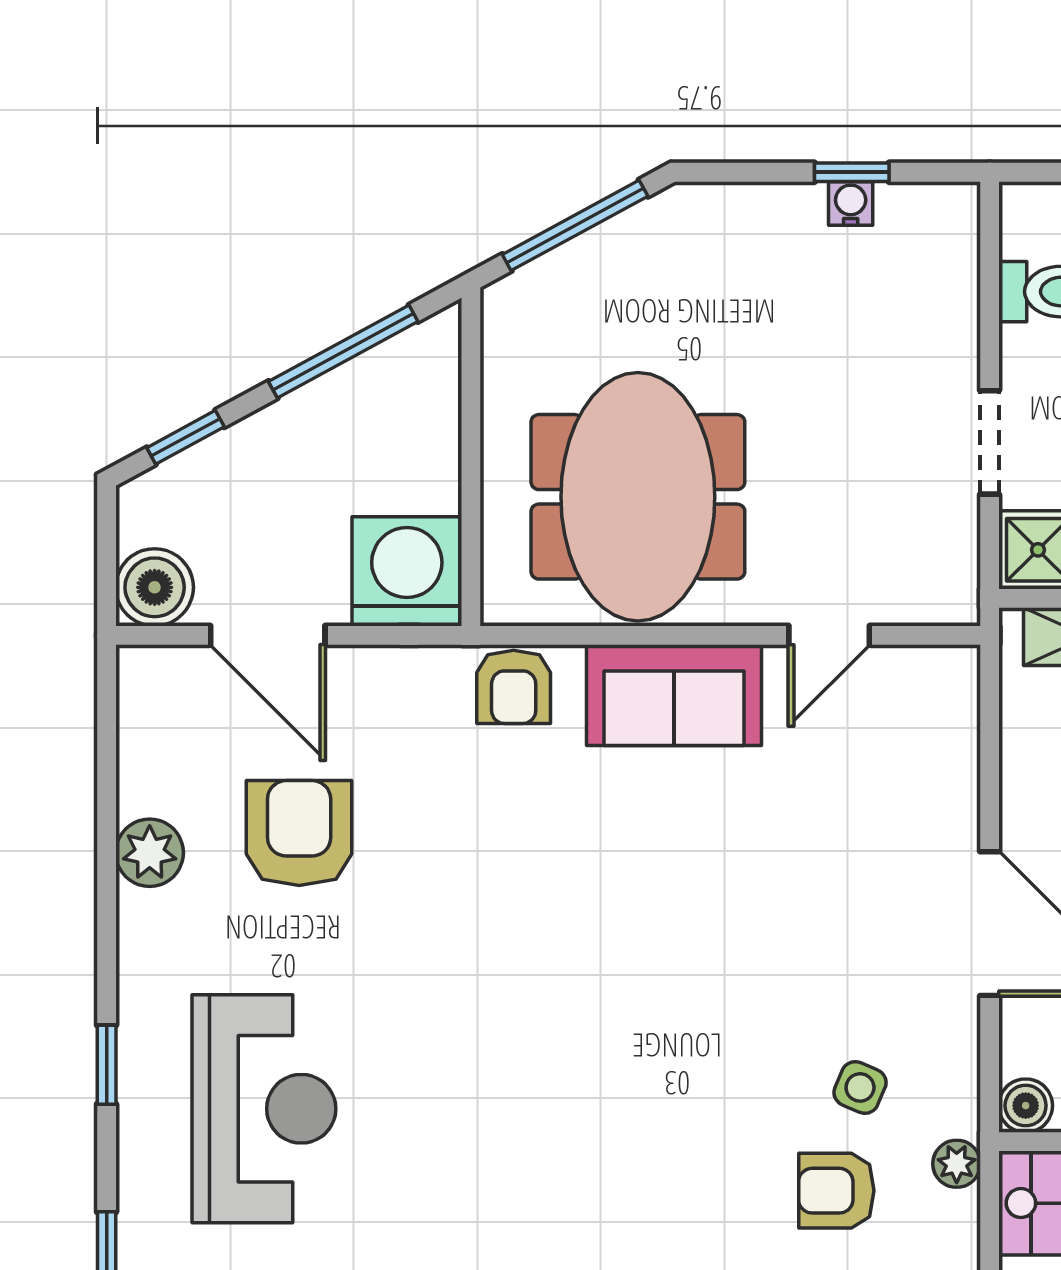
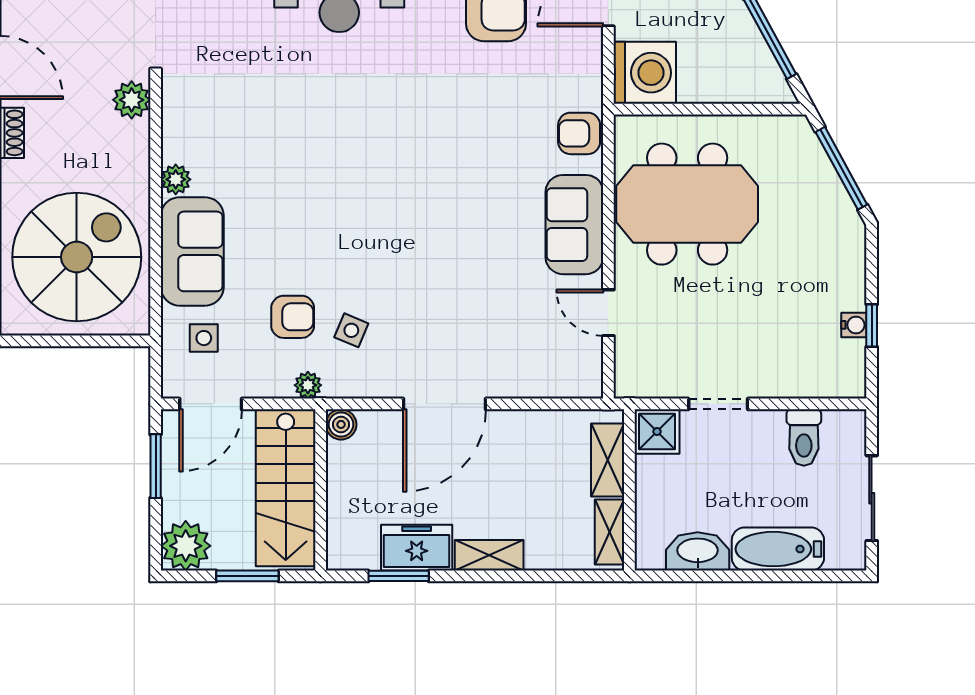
armchair: (836, 1191) -> (293, 317), turned 90

